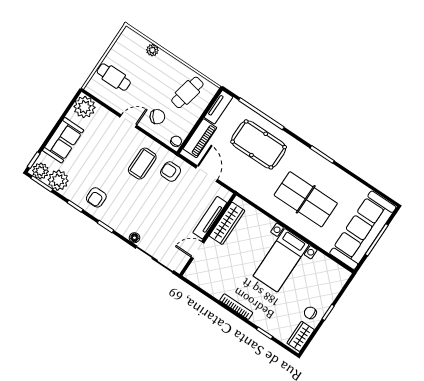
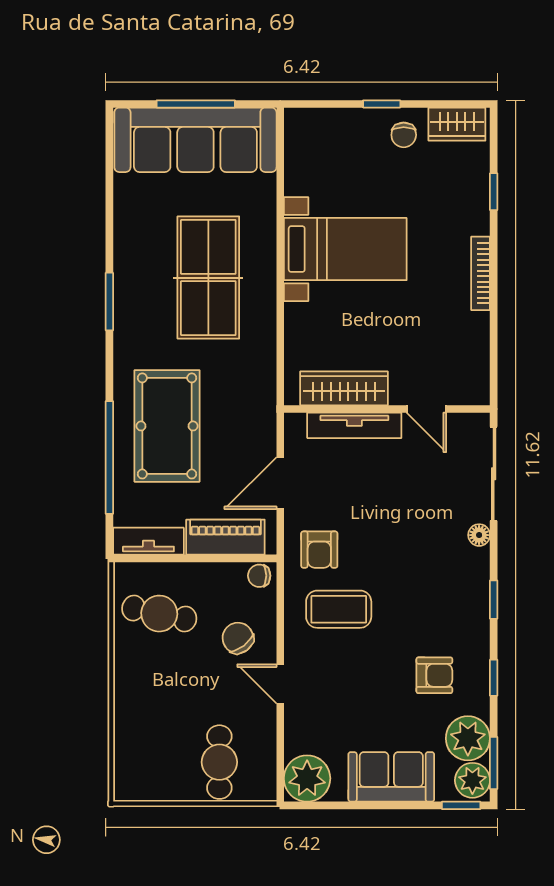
plant: (152, 50) -> (126, 726), removed
armchair: (96, 197) -> (434, 675), moved

